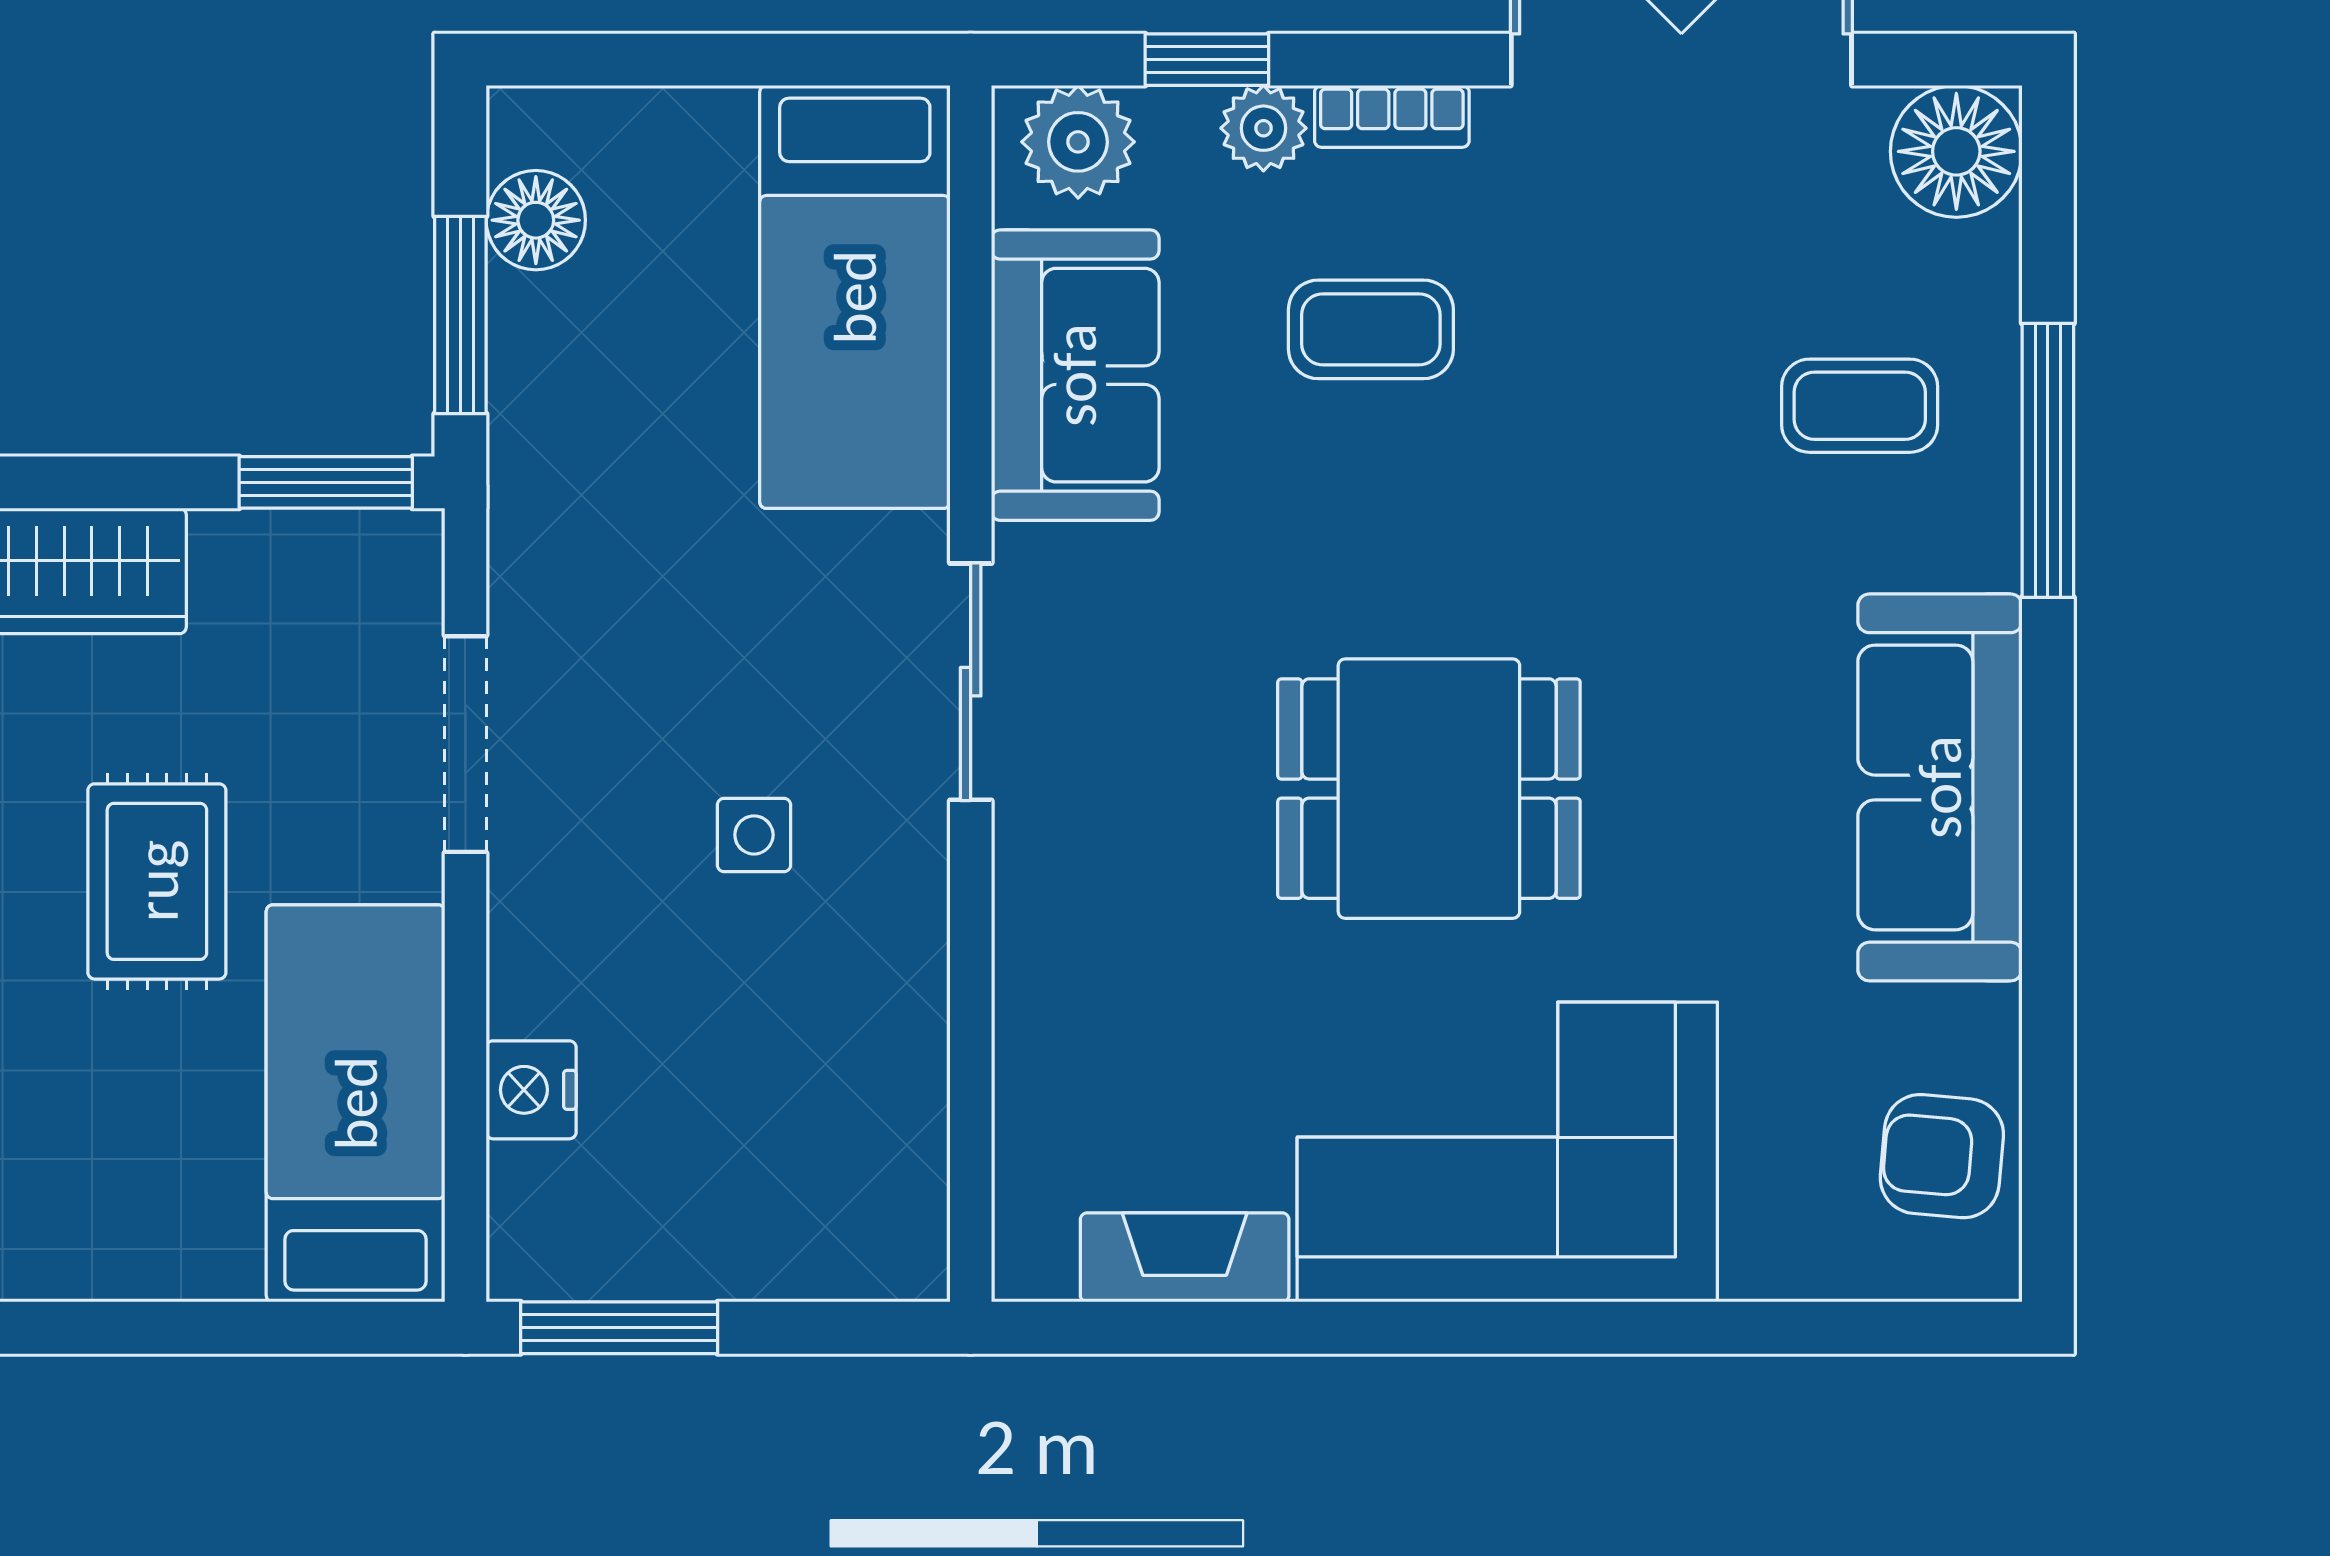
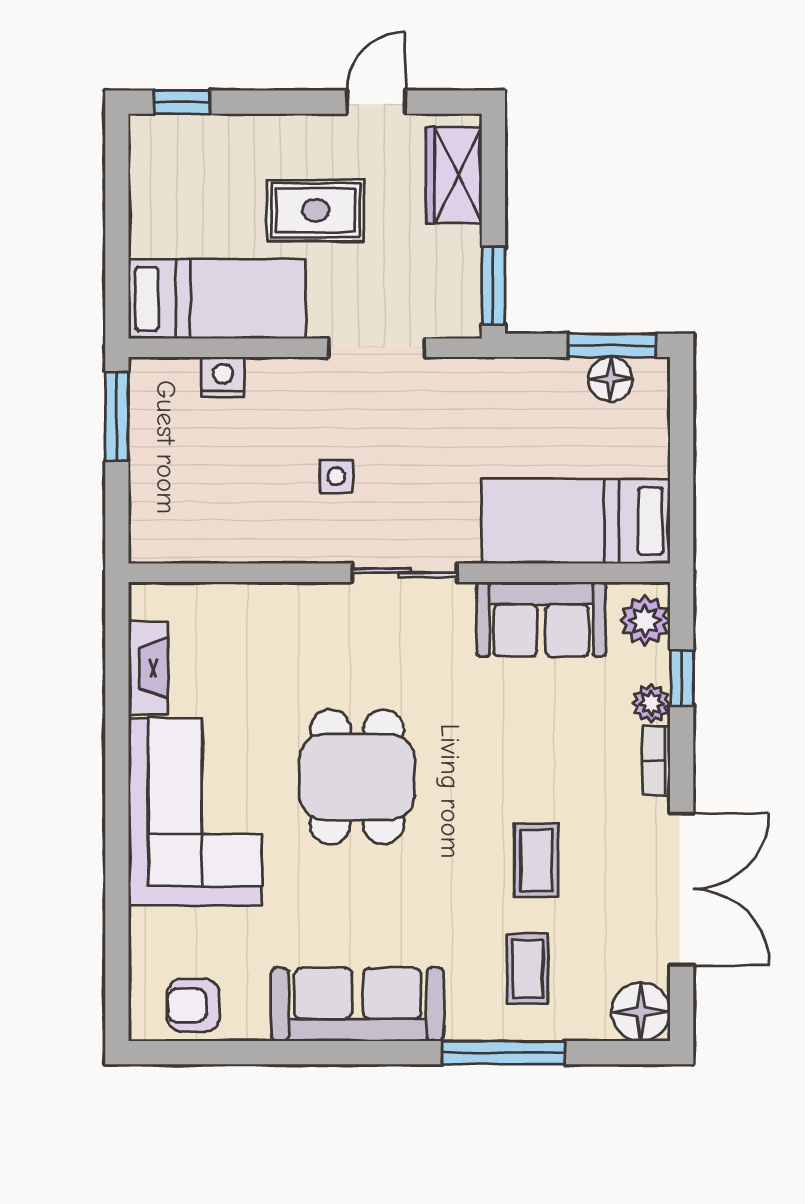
window: (460, 315) -> (612, 345), moved
coffee table: (1371, 329) -> (536, 860), moved
armchair: (1942, 1156) -> (193, 1005), turned -95

